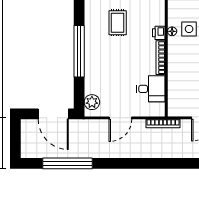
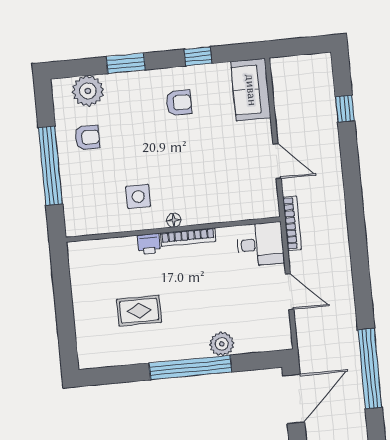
floor lamp: (172, 31) -> (174, 220), moved
desk: (151, 89) -> (260, 244), moved, turned 90
plant: (92, 102) -> (222, 344), moved

